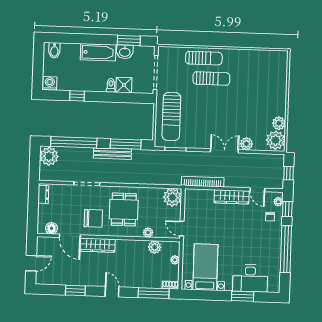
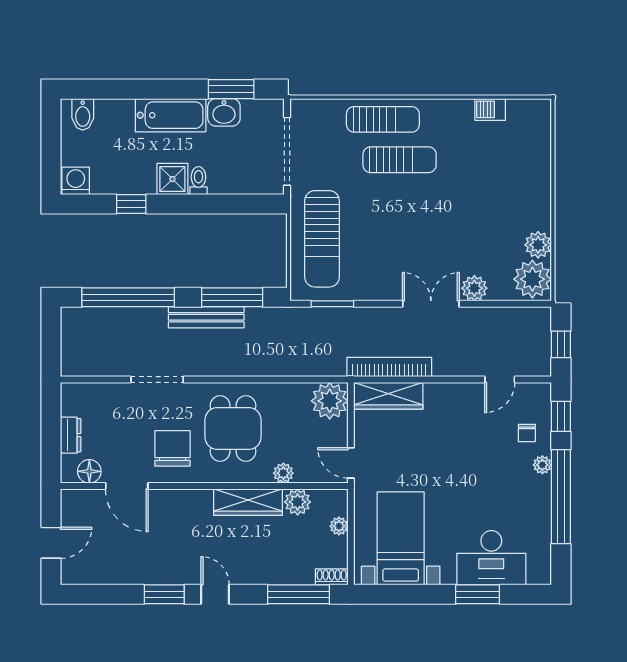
barbecue: (257, 55) -> (490, 109), added
shower: (124, 85) -> (172, 179), moved
plant: (49, 156) -> (79, 327), removed
door: (257, 190) -> (500, 380), hinge flipped
dresser: (43, 194) -> (71, 435), moved
wardrobe: (232, 197) -> (388, 396), moved
plant: (278, 202) -> (542, 465), moved
chair: (93, 218) -> (172, 448), turned -90
wardrobe: (98, 245) -> (248, 502), moved
window: (75, 290) -> (164, 594), moved

